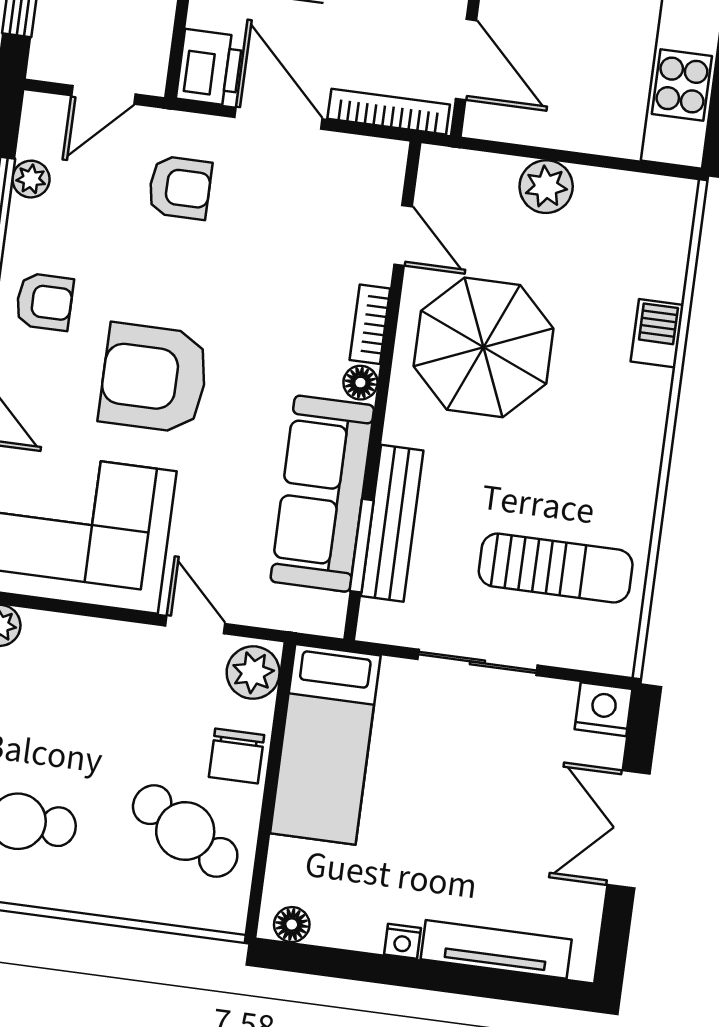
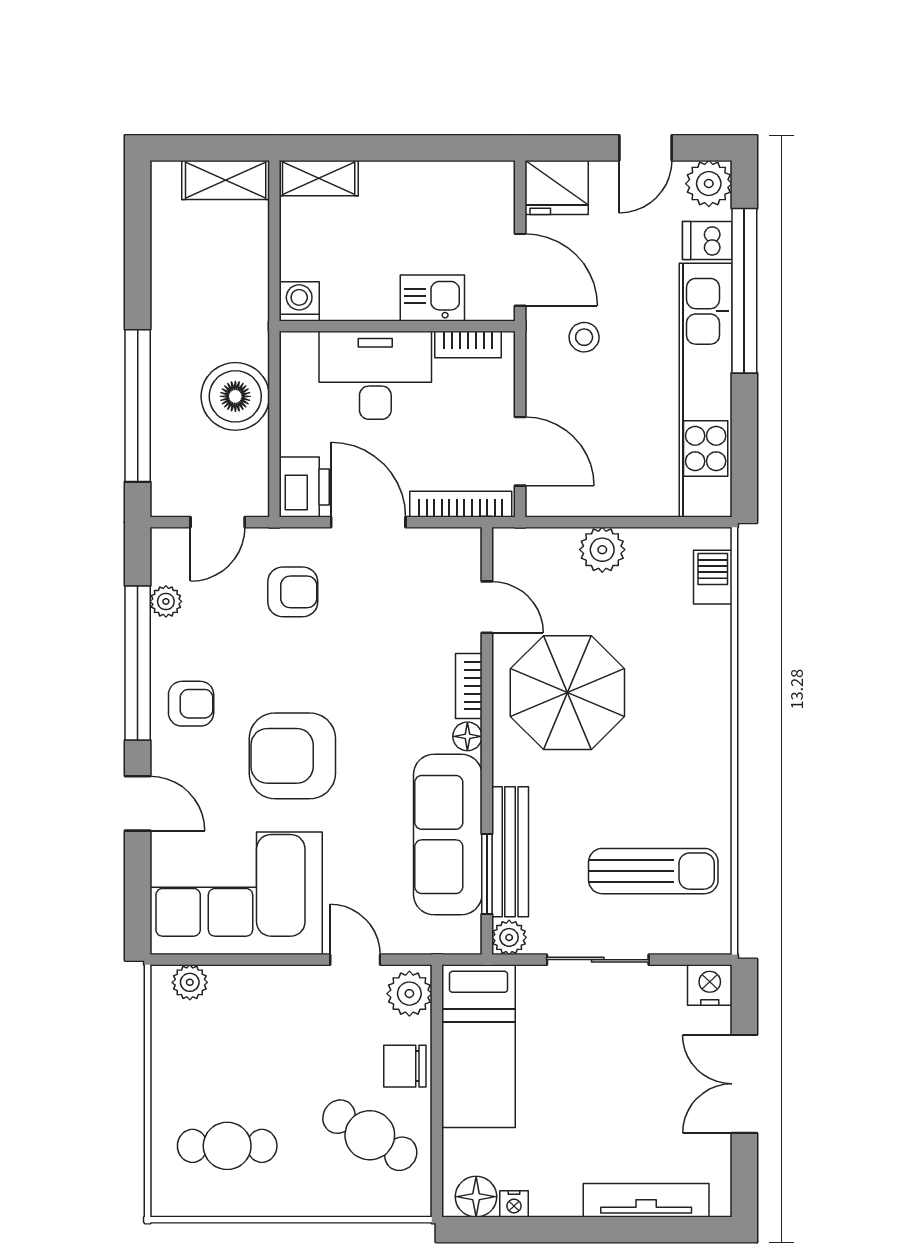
barbecue: (657, 333) -> (713, 577), moved
plant: (378, 623) -> (509, 937), added
chair: (237, 756) -> (405, 1066), turned 90
floor lamp: (292, 925) -> (476, 1197), width x1.37, depth x1.37
nightstand: (403, 941) -> (514, 1204), moved

